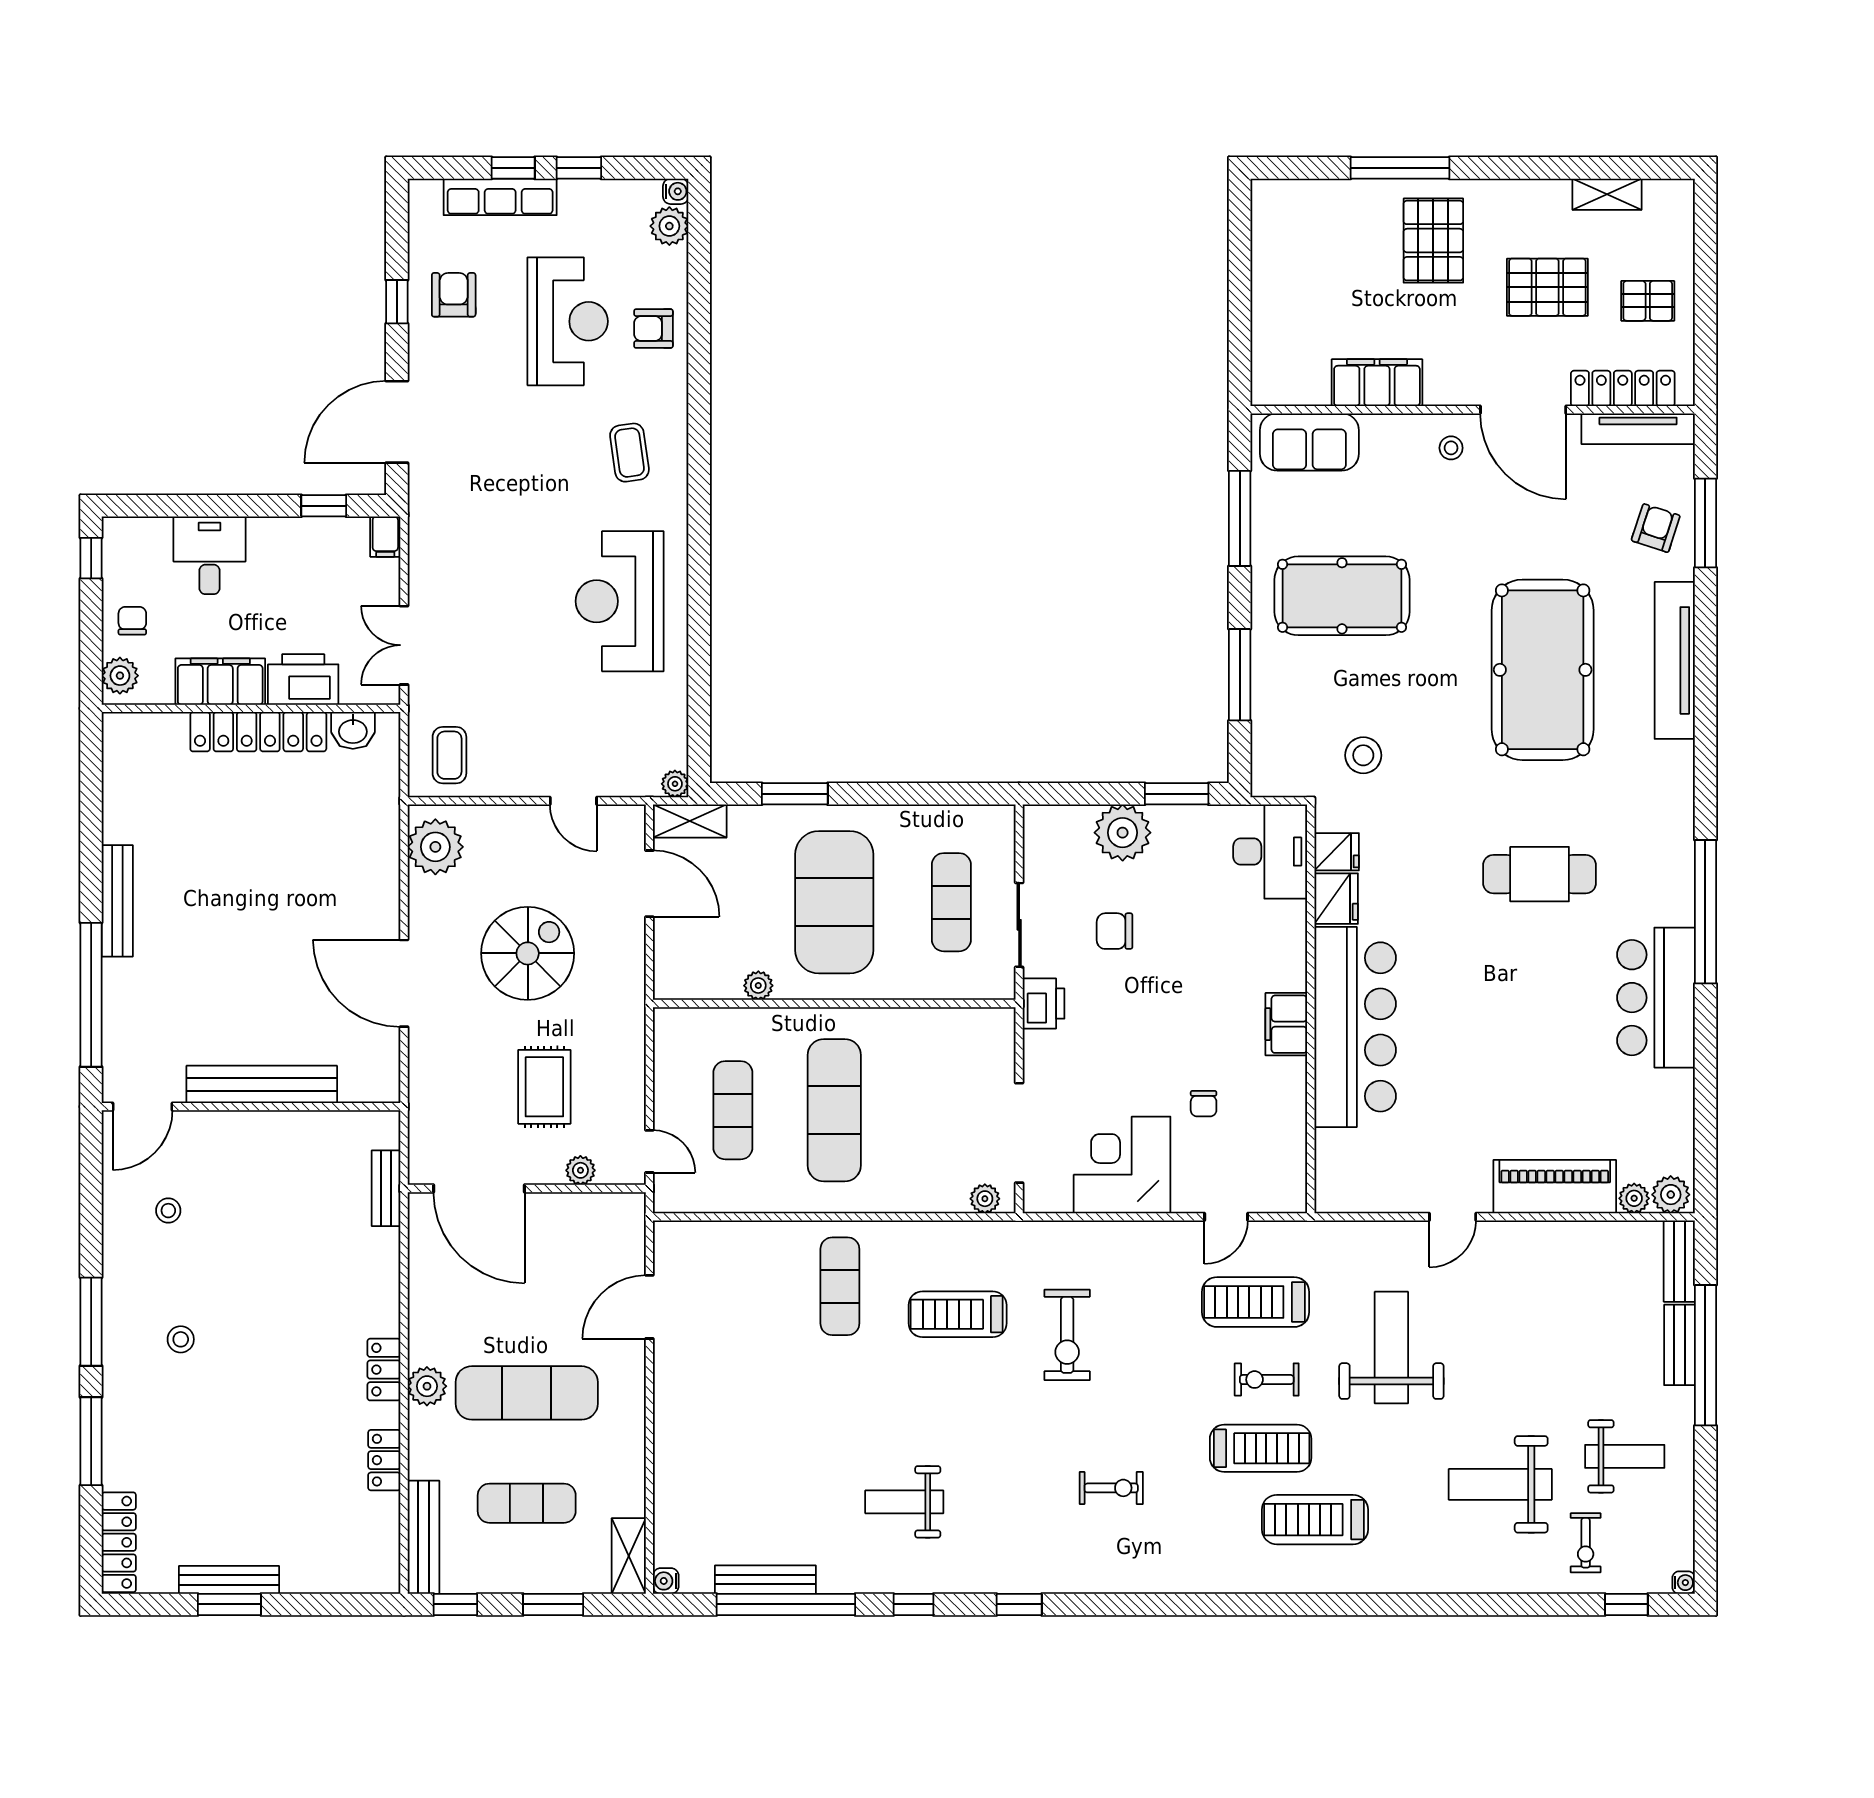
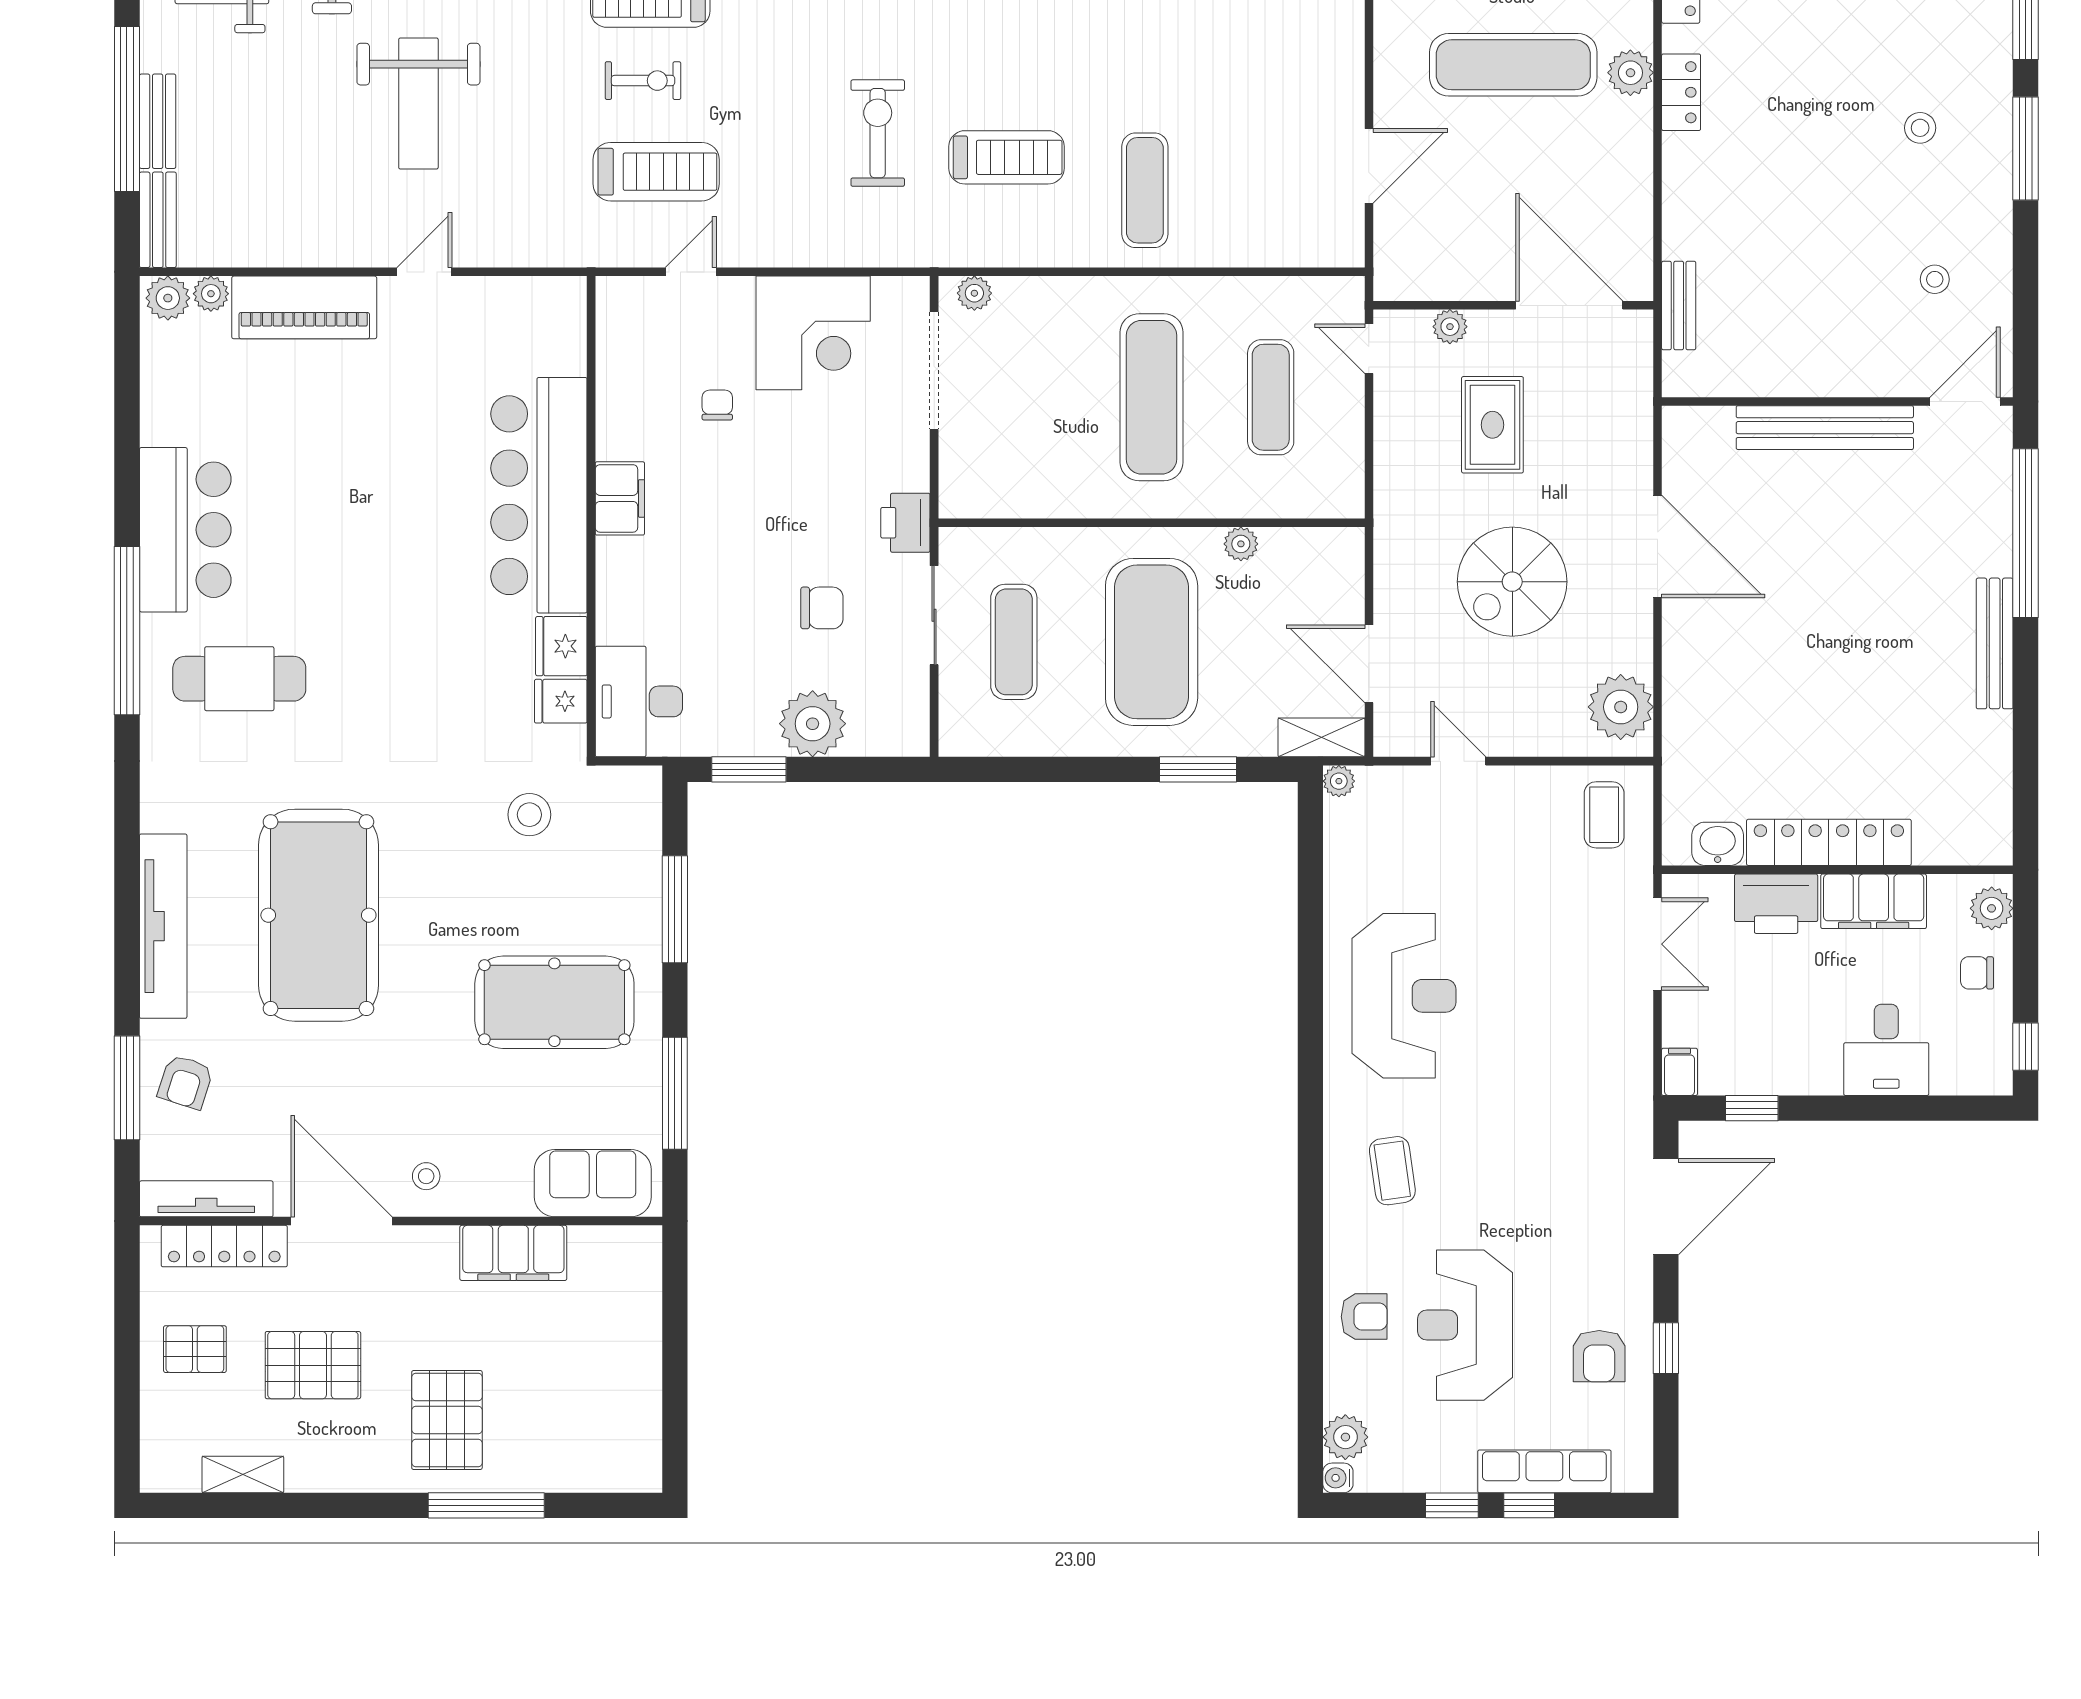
chair: (132, 621) -> (1977, 973), turned 90
cafe table: (1540, 874) -> (239, 679), moved
weight bench: (1391, 1348) -> (418, 104), moved

